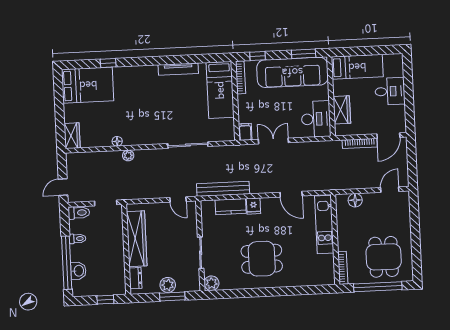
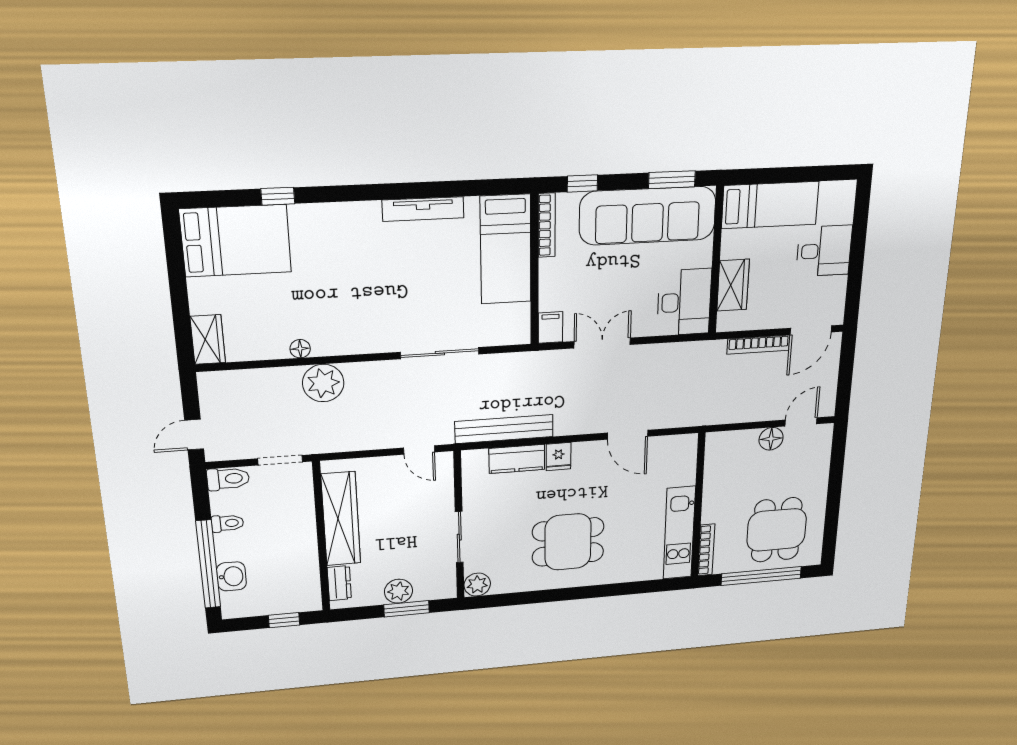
plant: (128, 155) -> (323, 383), width x1.88, depth x1.88
floor lamp: (355, 200) -> (771, 439), moved
kitchen unit: (324, 224) -> (679, 533), moved

